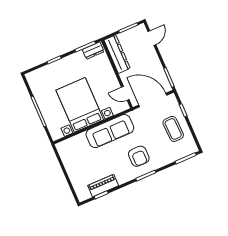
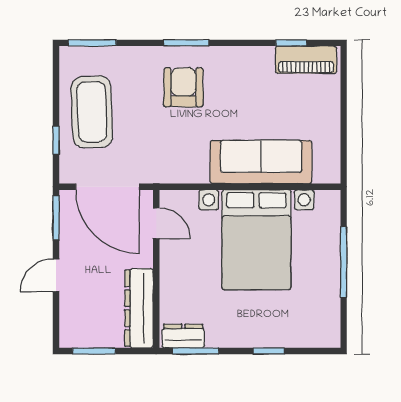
door: (152, 38) -> (56, 275), moved
coffee table: (173, 129) -> (92, 112), width x1.36, depth x1.32
sofa: (110, 131) -> (261, 162), moved
piano: (103, 186) -> (306, 60), moved

